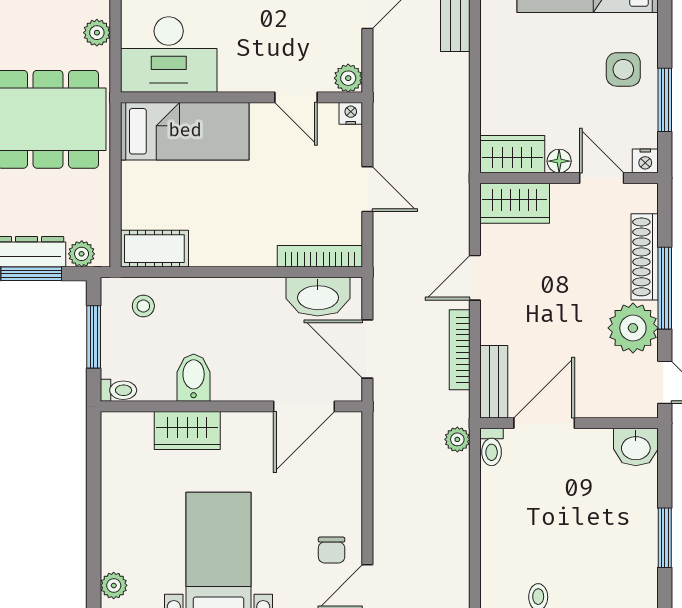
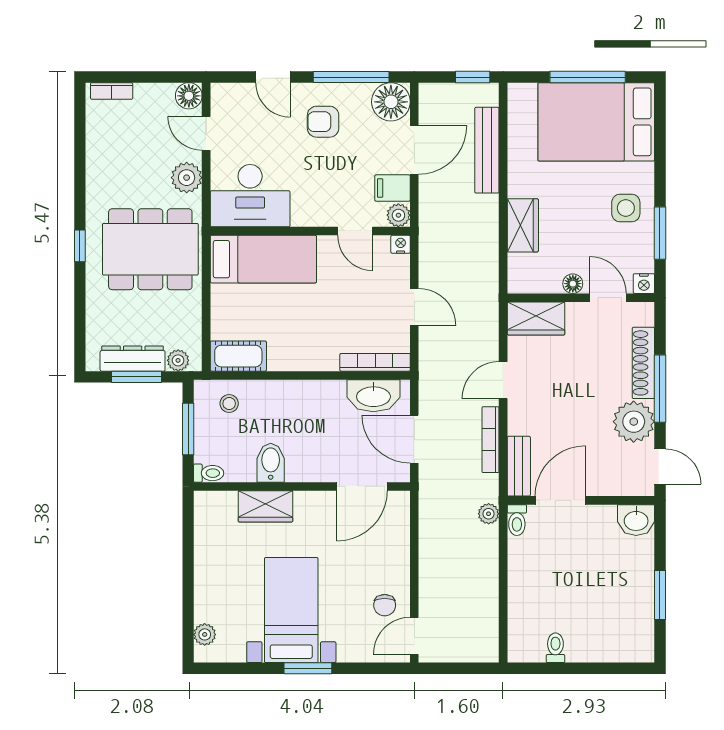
plant: (97, 33) -> (187, 178), width x1.38, depth x1.38
filing cabinet: (341, 45) -> (392, 188), added
wardrobe: (512, 154) -> (523, 225), moved, turned 90

